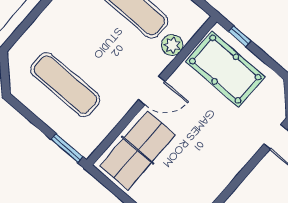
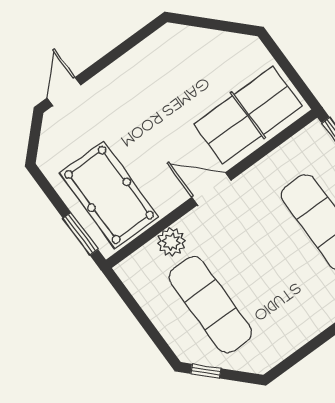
window: (240, 36) -> (80, 234), width x1.50

